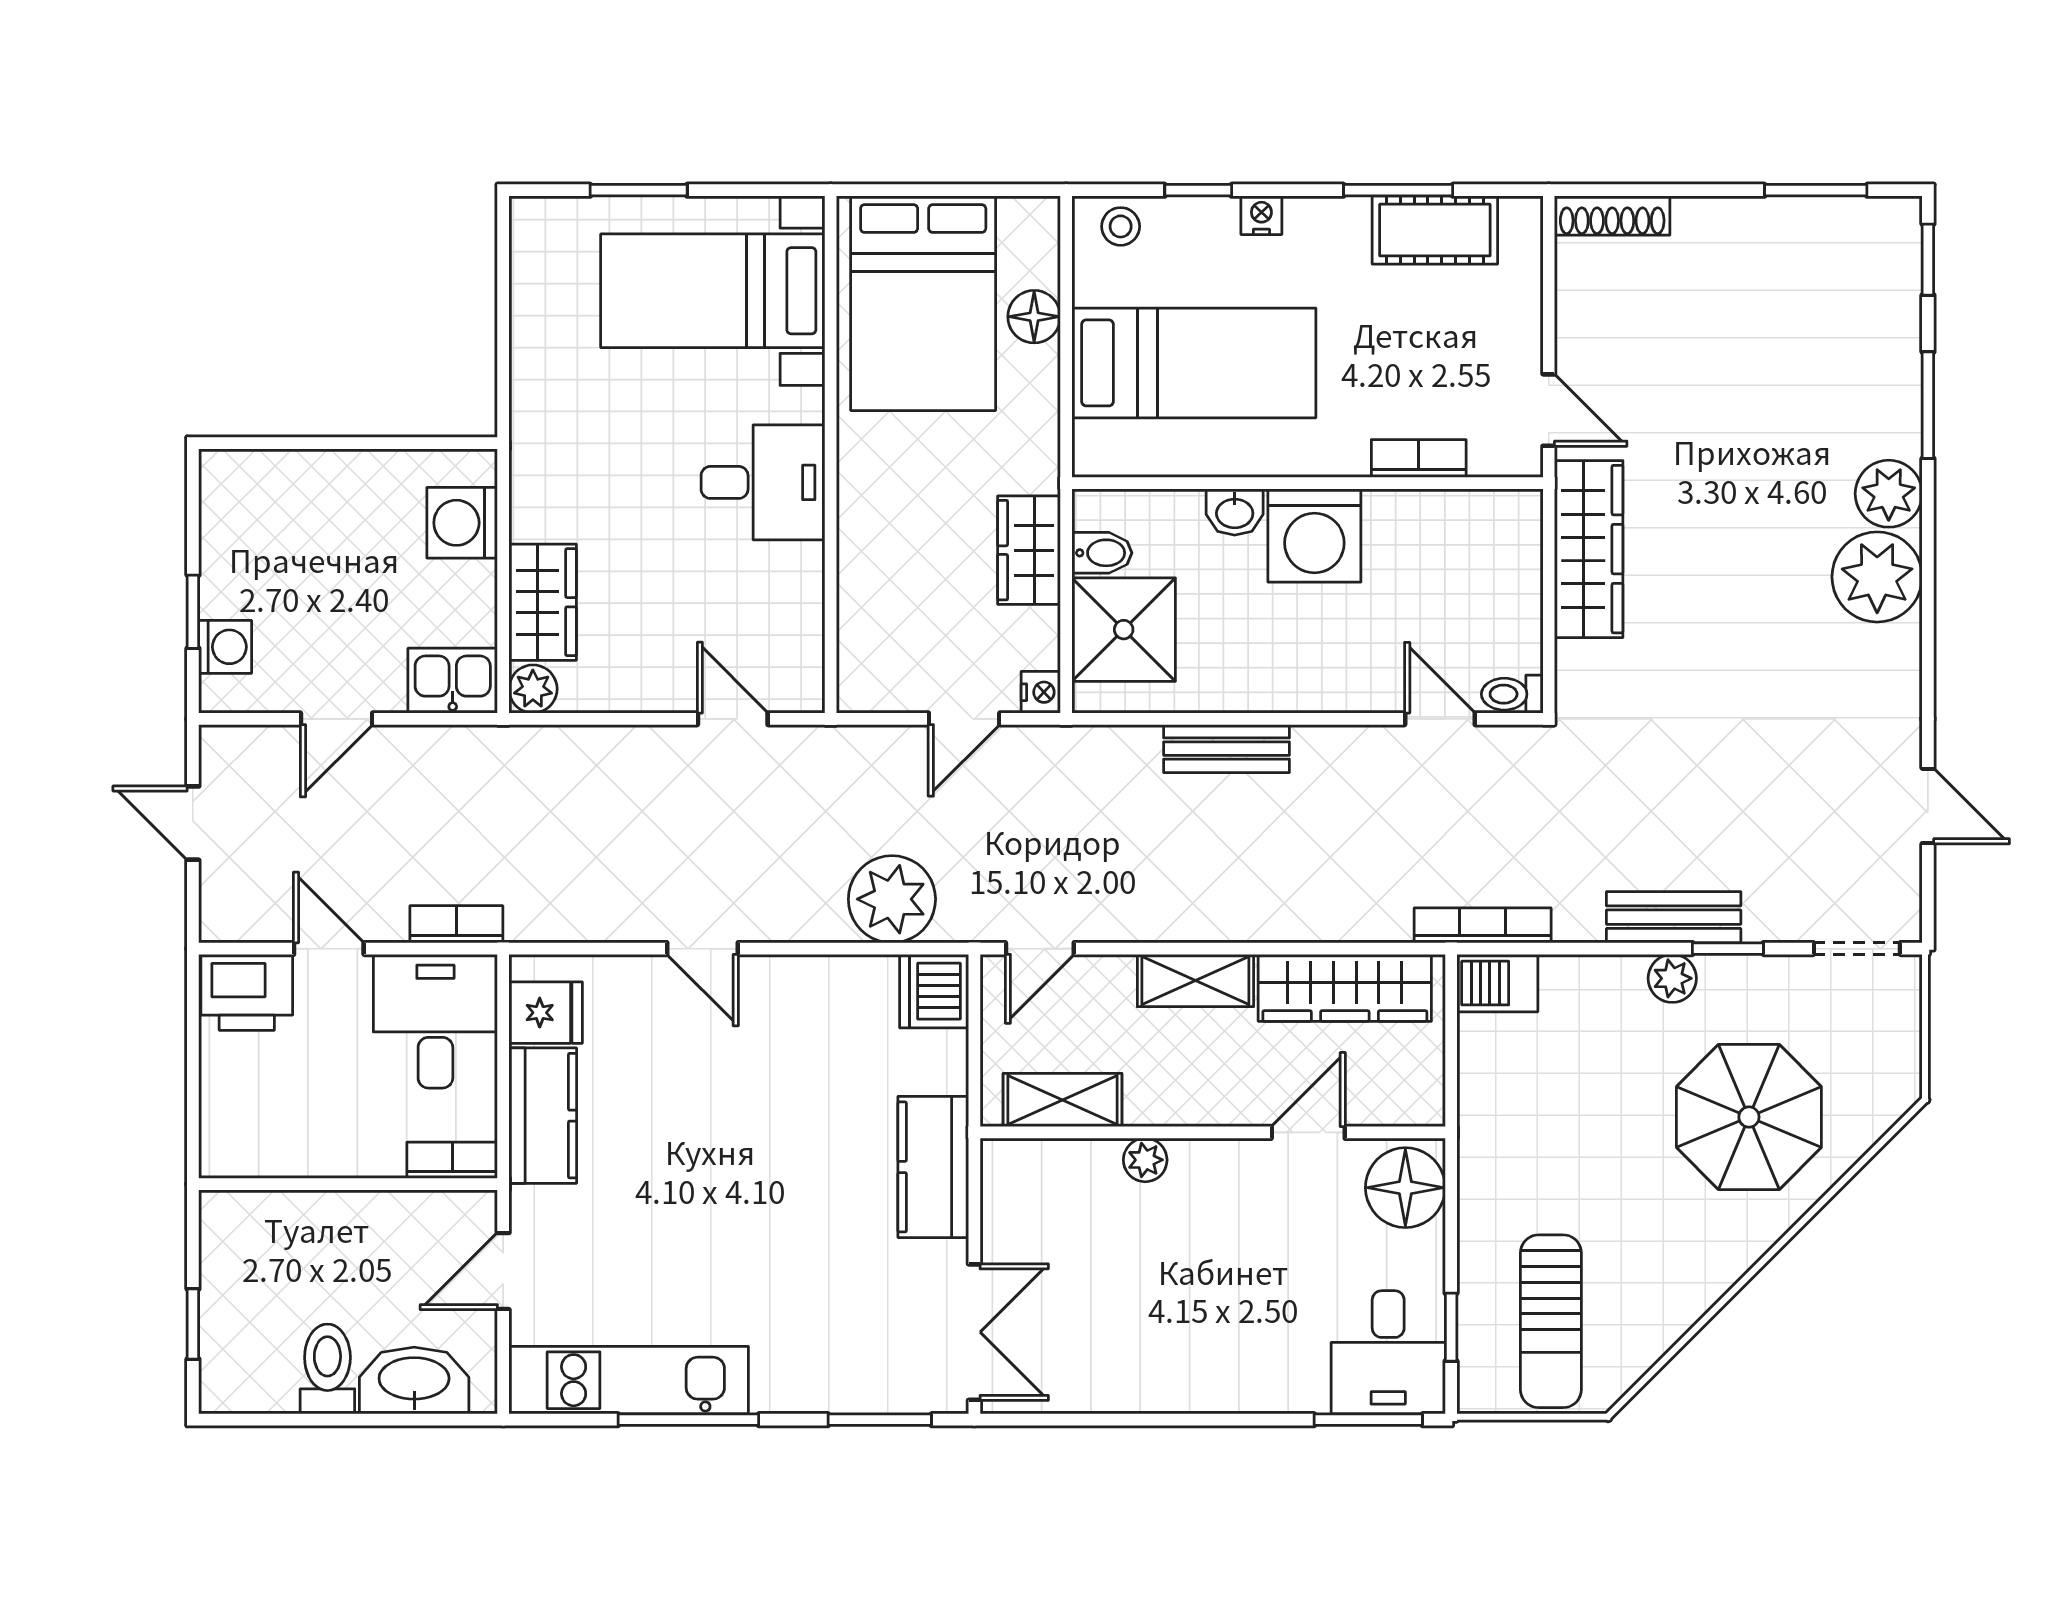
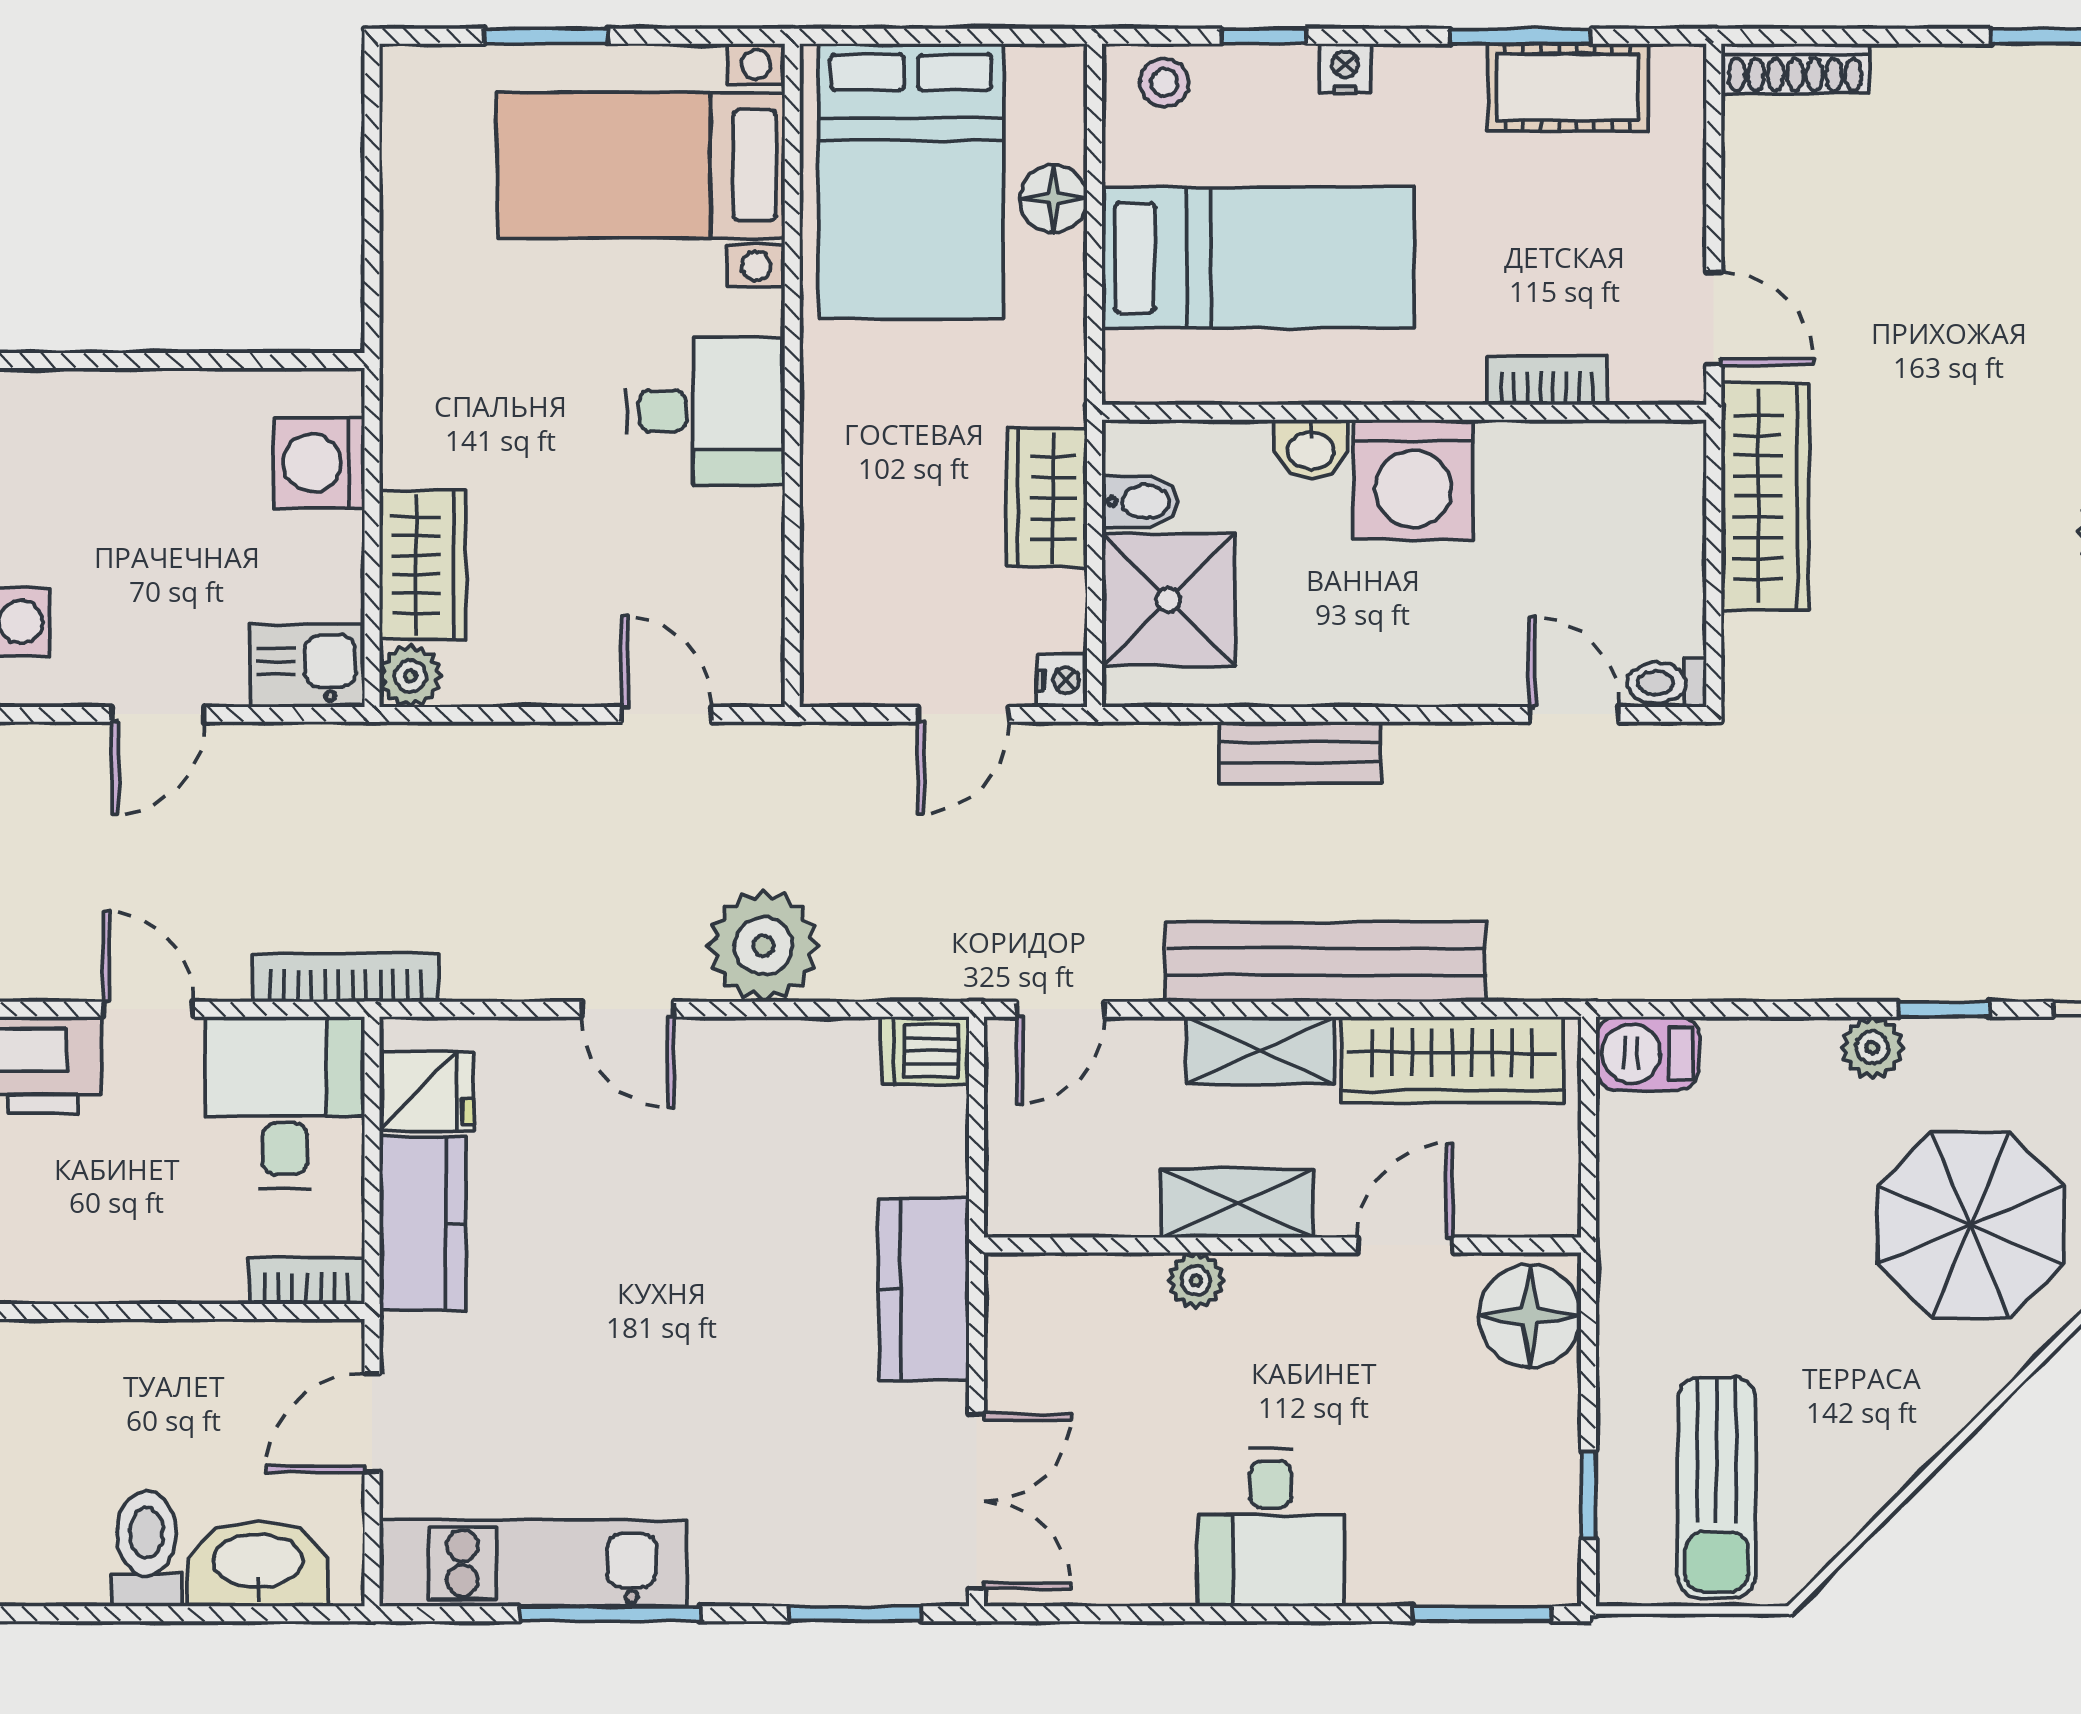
plant: (892, 899) -> (763, 946), moved
bench: (1674, 917) -> (1325, 962), moved, width x1.86, depth x1.21
bookcase: (456, 924) -> (346, 978), width x1.56
bookcase: (1483, 925) -> (1629, 979), removed
dishwasher: (934, 991) -> (925, 1051), width x0.73
shelving: (1063, 1100) -> (1237, 1203), moved
desk: (1388, 1352) -> (1271, 1527), moved

